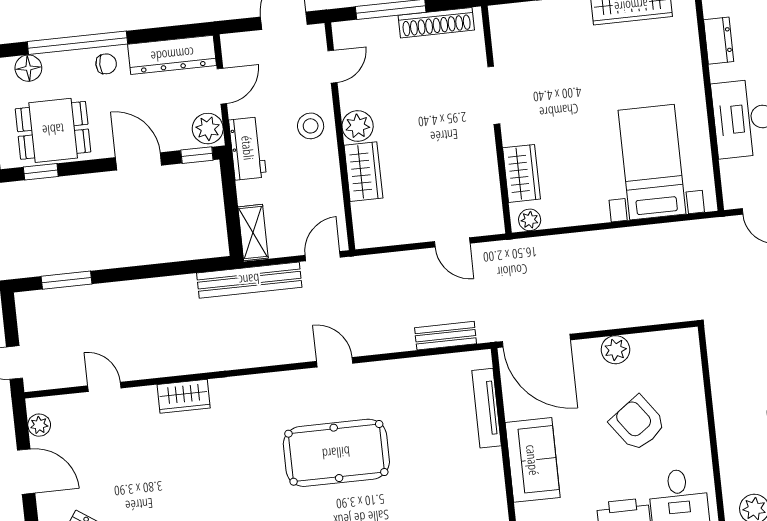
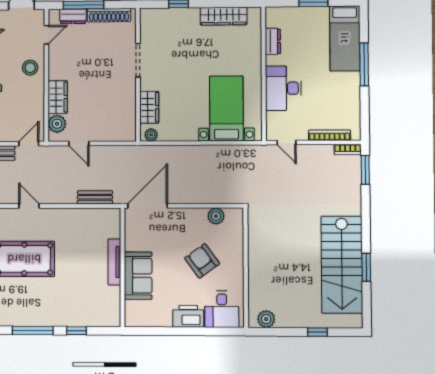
dresser: (375, 31) -> (73, 16), added
plant: (358, 126) -> (57, 124), moved
door: (452, 242) -> (79, 143), moved
door: (536, 341) -> (148, 206), swing flipped
plant: (615, 350) -> (216, 216), moved
tv unit: (487, 408) -> (114, 262), moved

